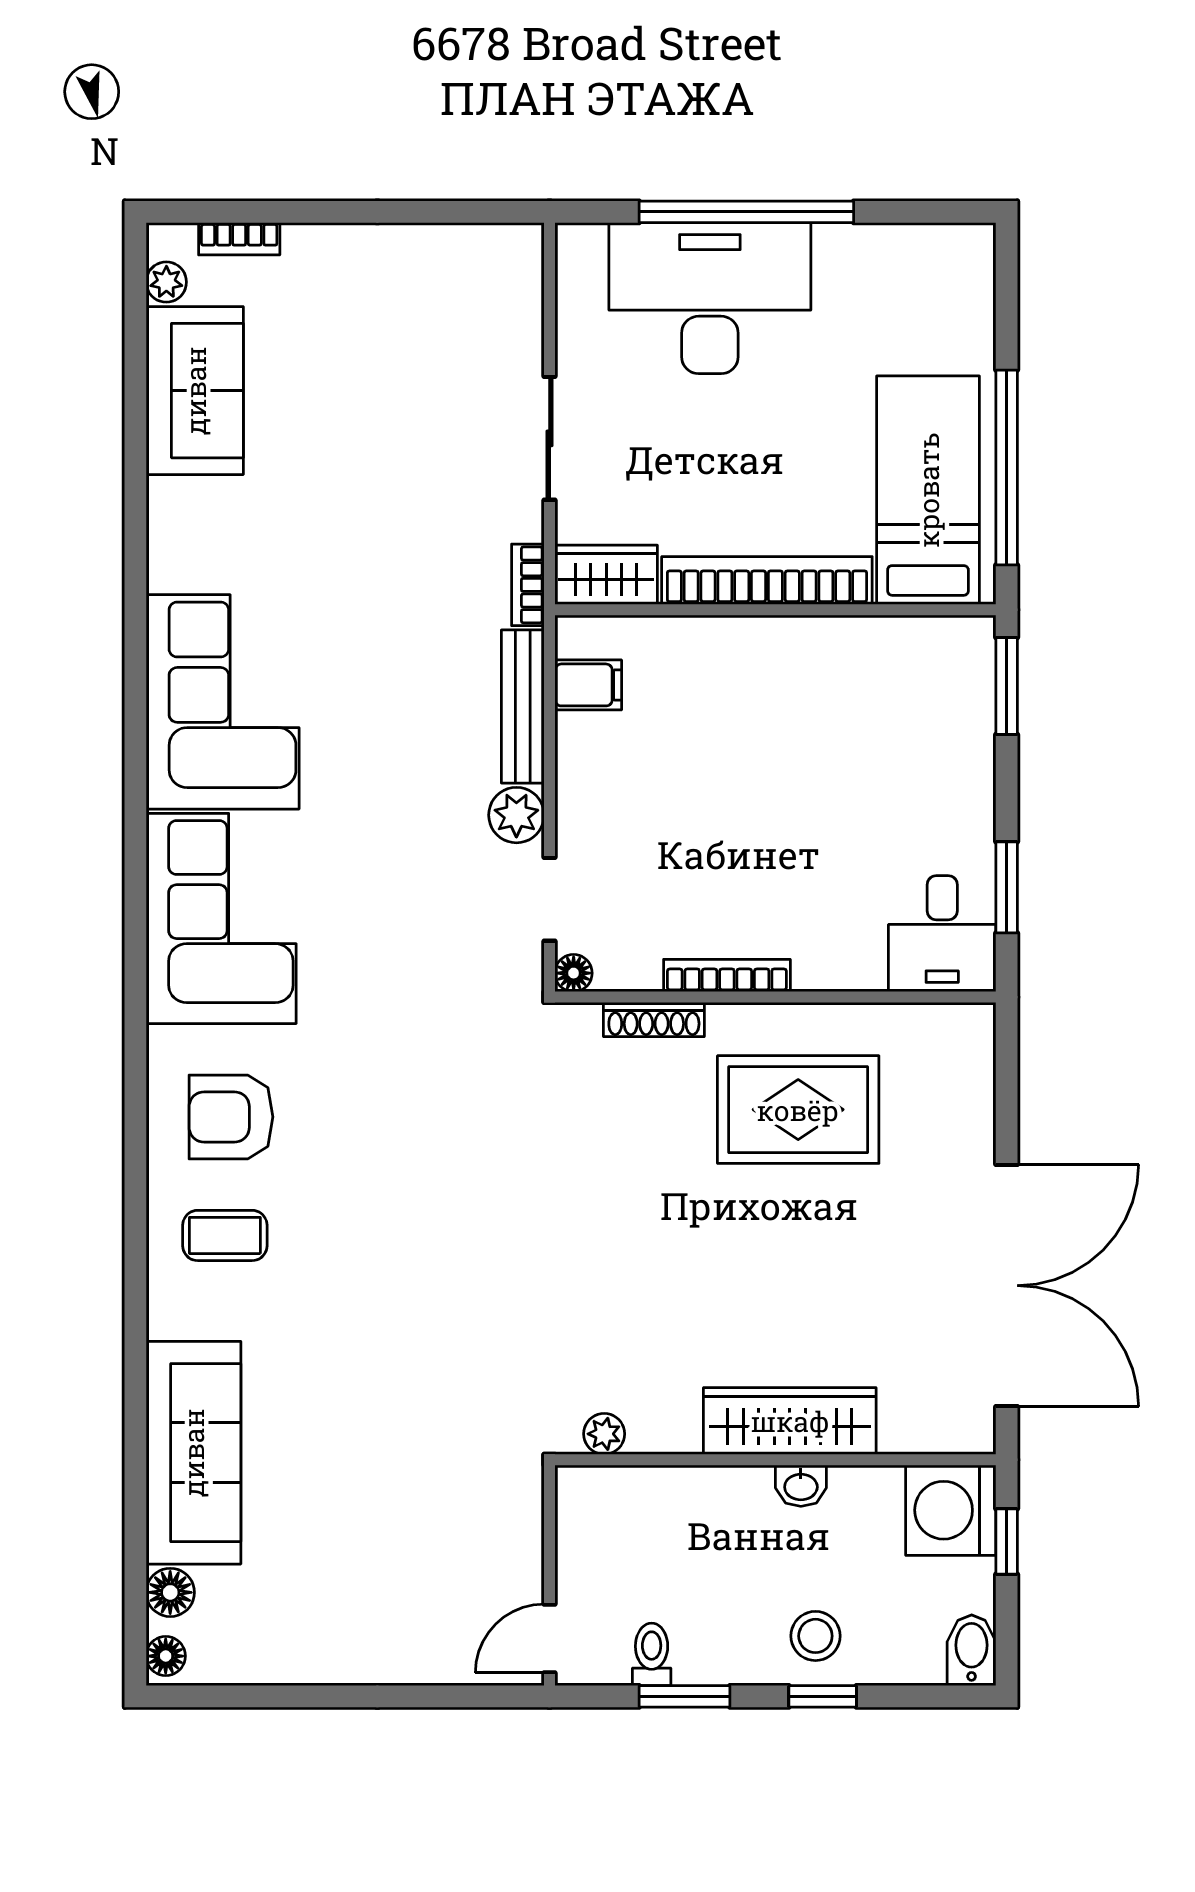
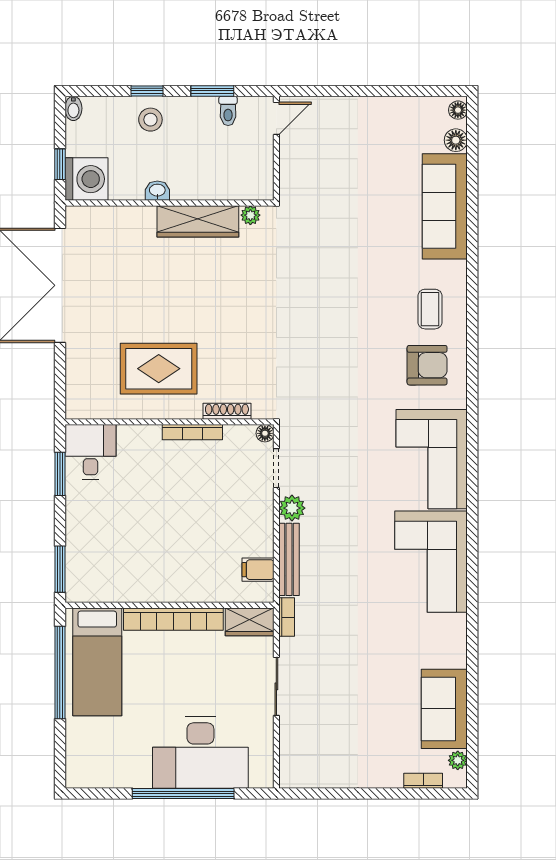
coffee table: (225, 1235) -> (430, 309), turned 90
wardrobe: (790, 1421) -> (198, 221), moved
bidet: (972, 1650) -> (73, 108), width x0.72, depth x0.74

